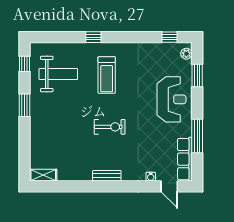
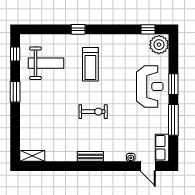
plant: (186, 54) -> (159, 45), width x1.88, depth x1.88
window: (197, 75) -> (173, 84), moved
row of seats: (185, 159) -> (162, 148), width x0.68

